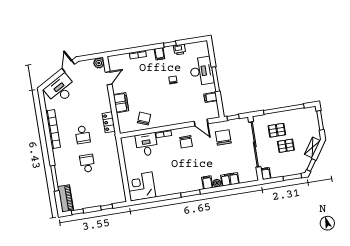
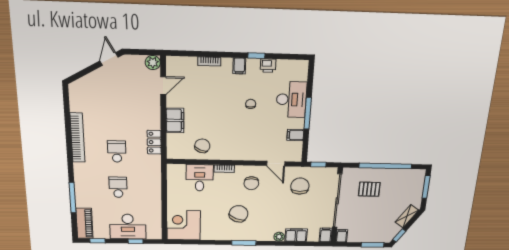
desk: (60, 89) -> (128, 227), moved, turned -150
school desk: (83, 135) -> (117, 151), turned 180
pallet: (286, 146) -> (375, 209), removed
chair: (181, 169) -> (239, 214), added
filing cabinet: (207, 182) -> (326, 235), moved

